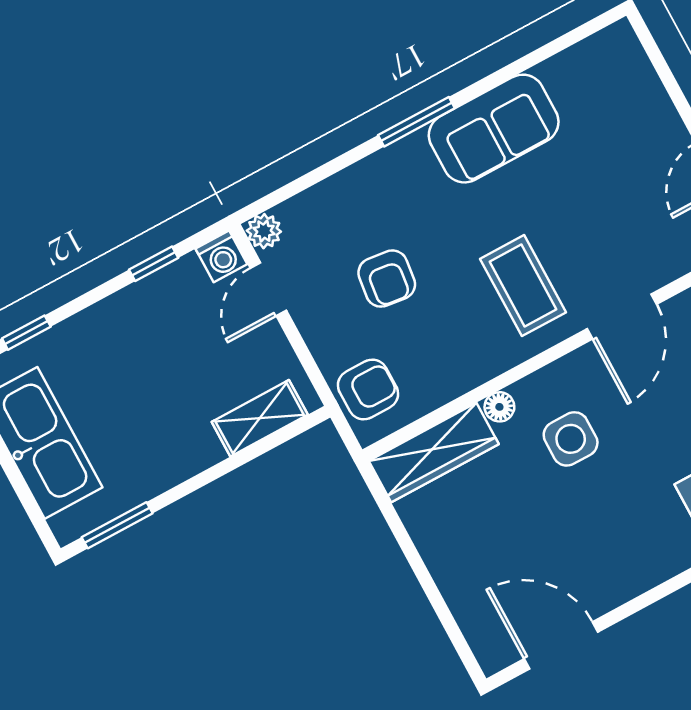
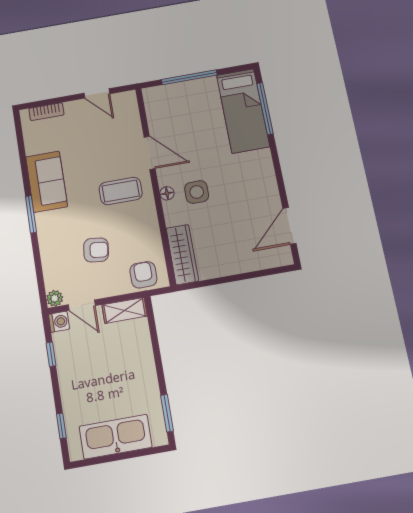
bookcase: (641, 74) -> (46, 112), added
floor lamp: (499, 407) -> (167, 193), moved
shelving: (260, 418) -> (125, 310), moved, turned 90

